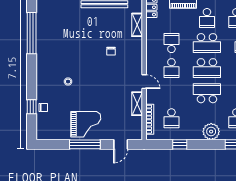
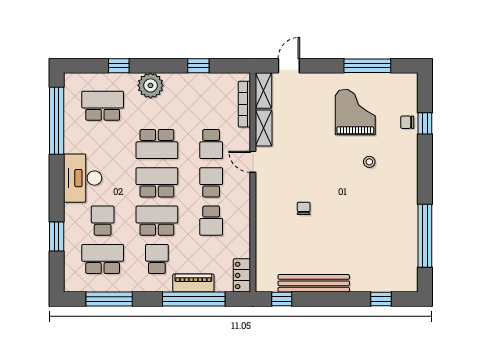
shelving: (137, 25) -> (264, 90), moved
school desk: (171, 118) -> (211, 144), moved, turned 180
grand piano: (86, 124) -> (355, 112), moved, turned 90
window: (85, 144) -> (367, 66), moved

